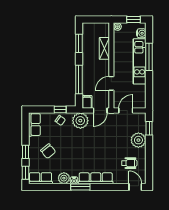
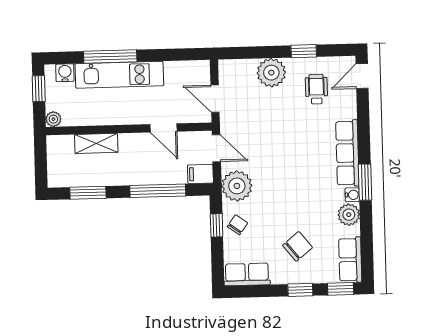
window: (149, 128) -> (304, 51), moved

